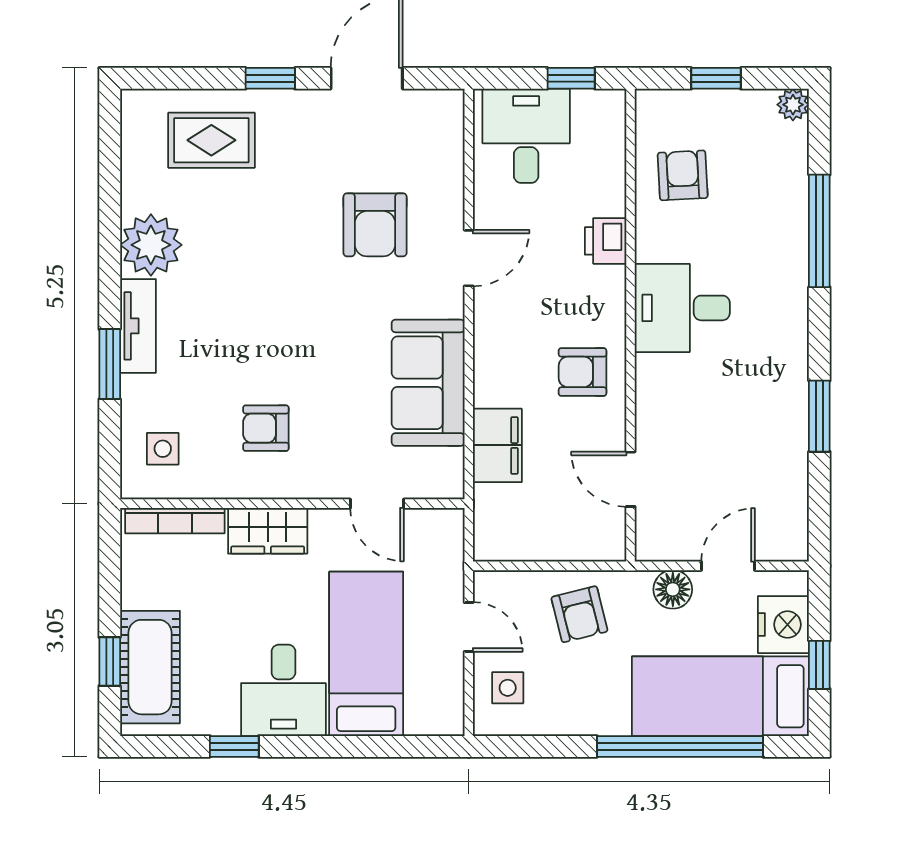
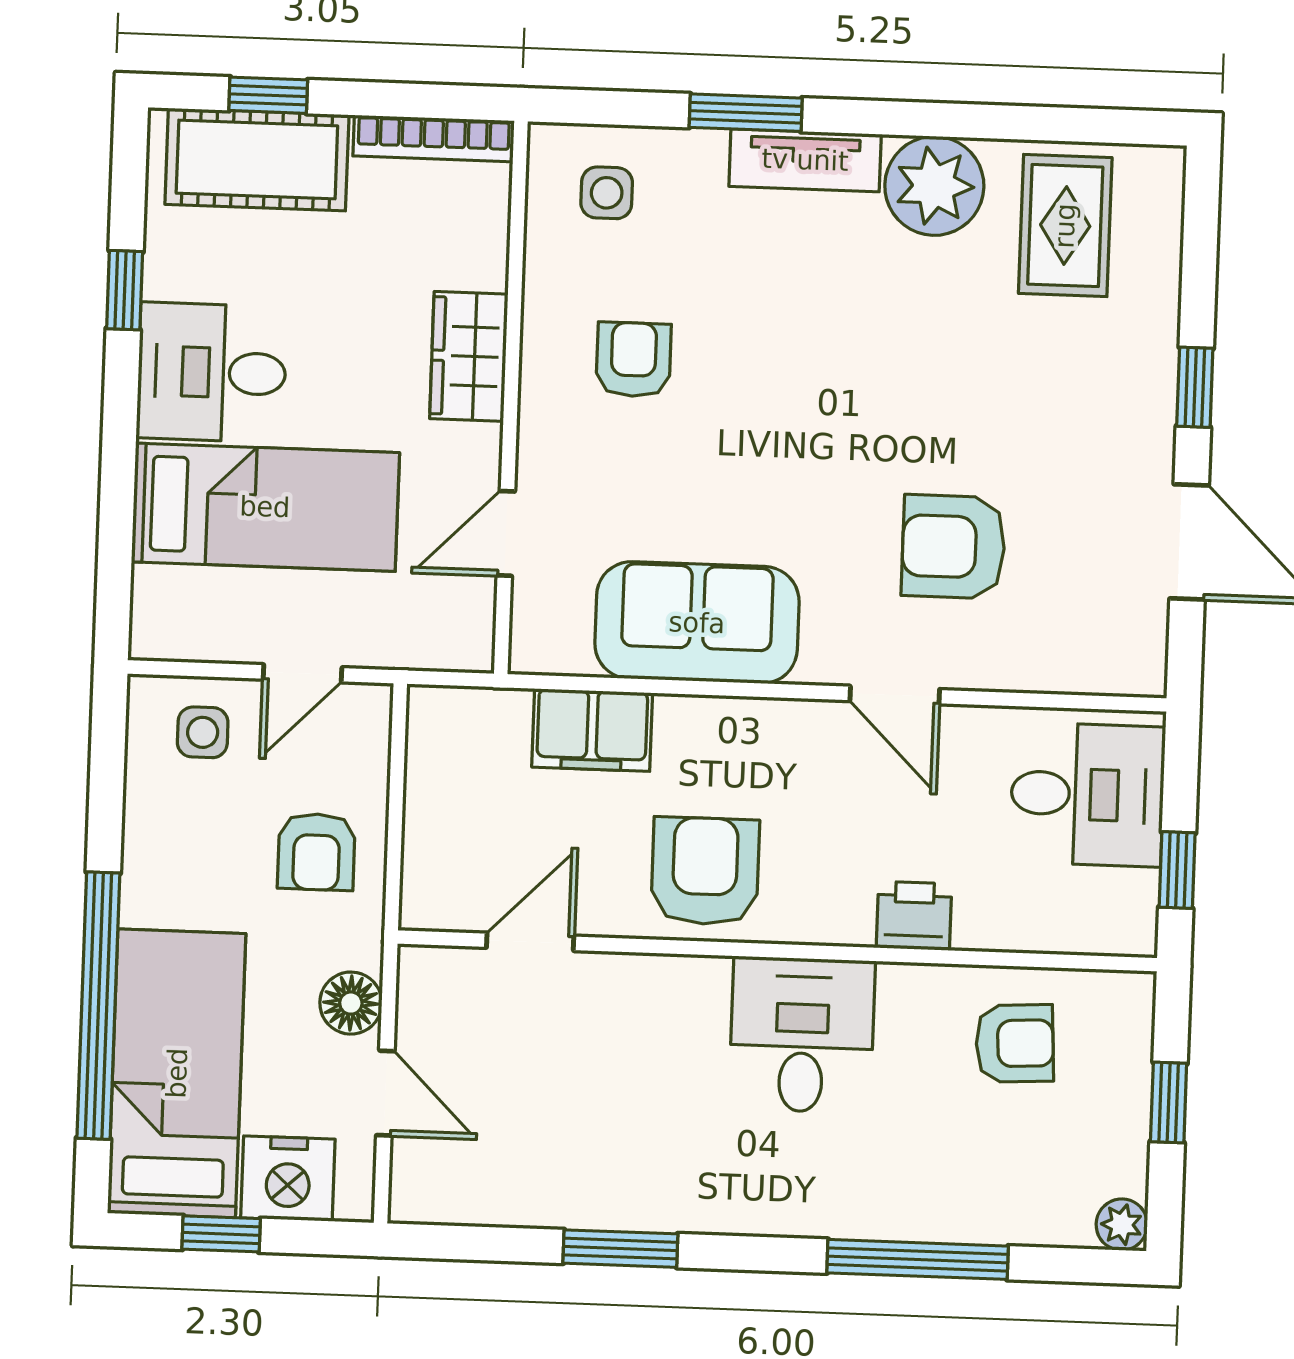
rug: (211, 140) -> (1065, 226), moved
armchair: (583, 372) -> (705, 871), width x1.38, depth x1.38
bookcase: (175, 521) -> (434, 138), moved, turned -90
armchair: (579, 614) -> (316, 852), turned -76

